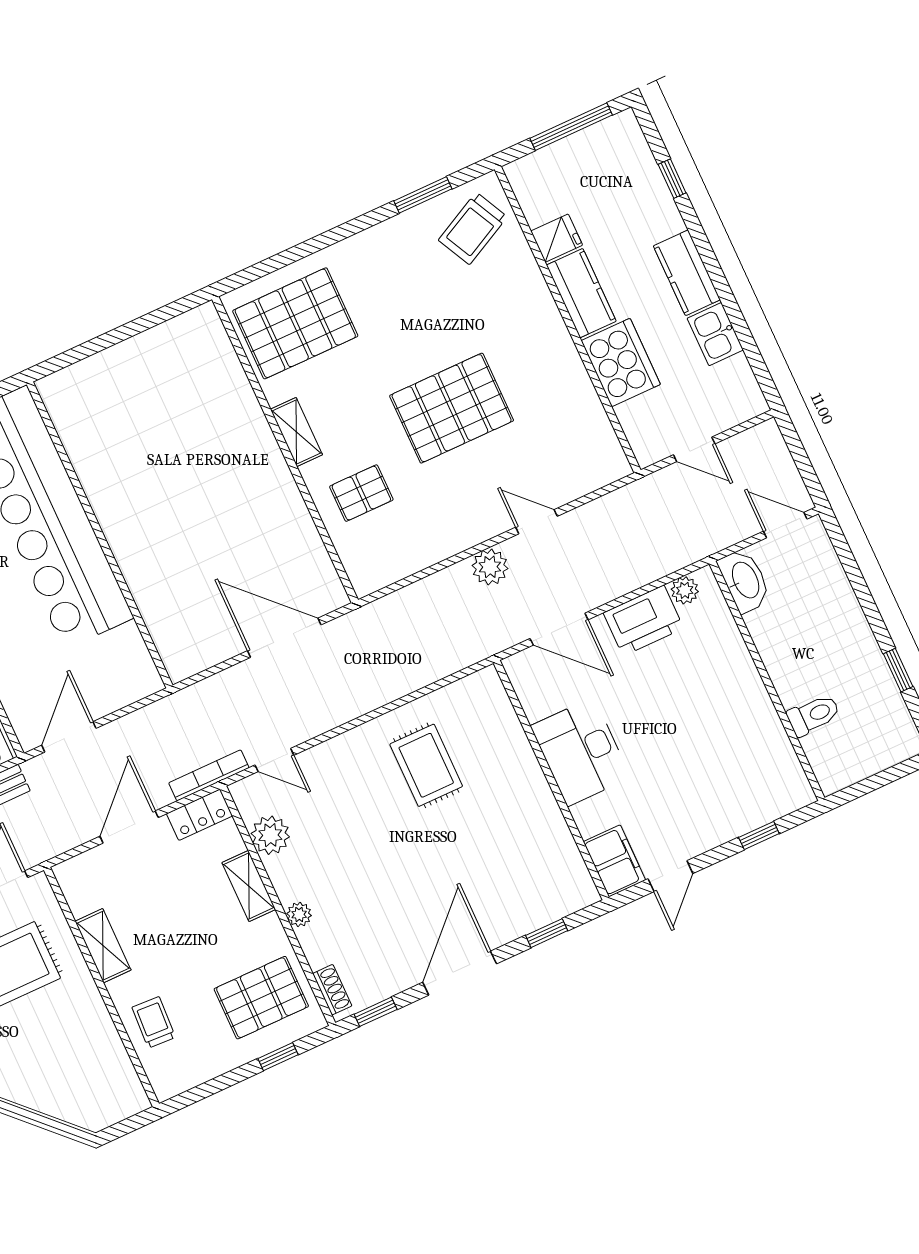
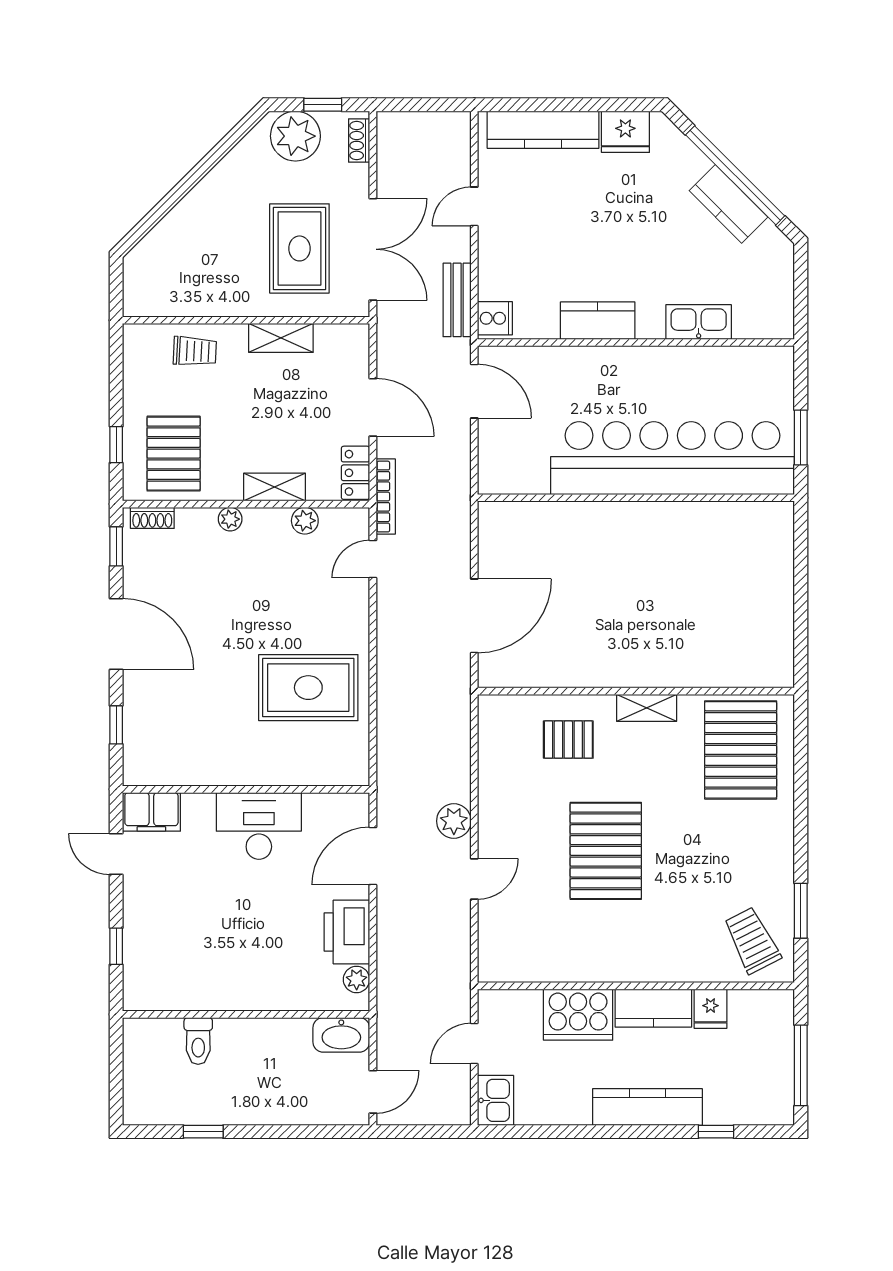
kitchen counter: (687, 273) -> (647, 1107), width x1.50
kitchen sink: (715, 334) -> (496, 1100), moved, turned 90
pallet: (361, 493) -> (568, 740), turned 90
rug: (426, 765) -> (308, 688), width x1.36, depth x1.43
plant: (270, 835) -> (305, 521), width x0.73, depth x0.73

